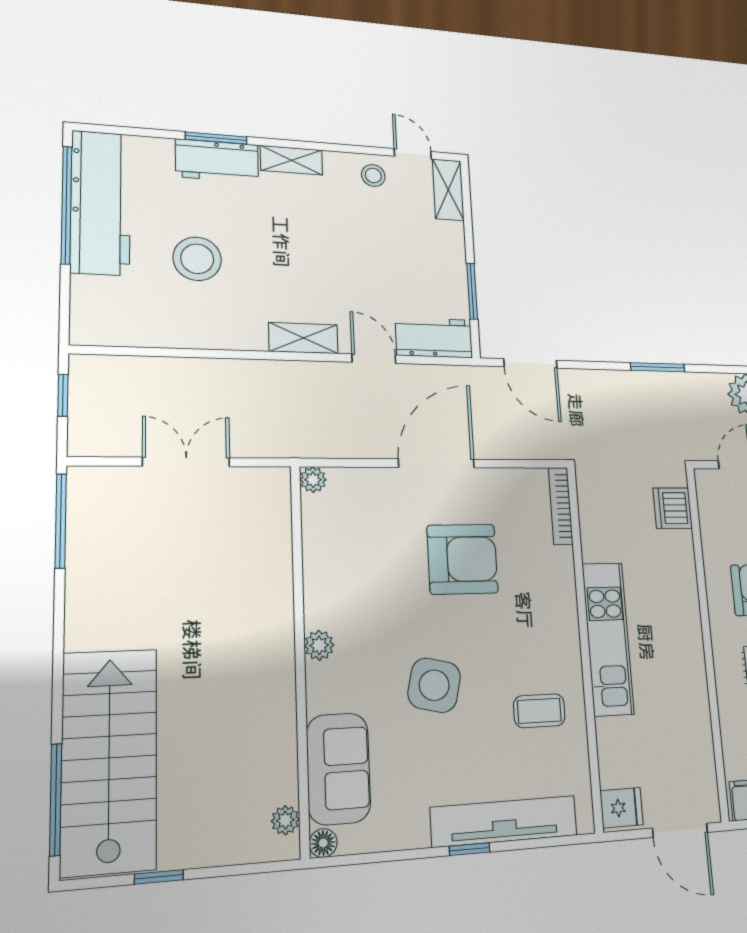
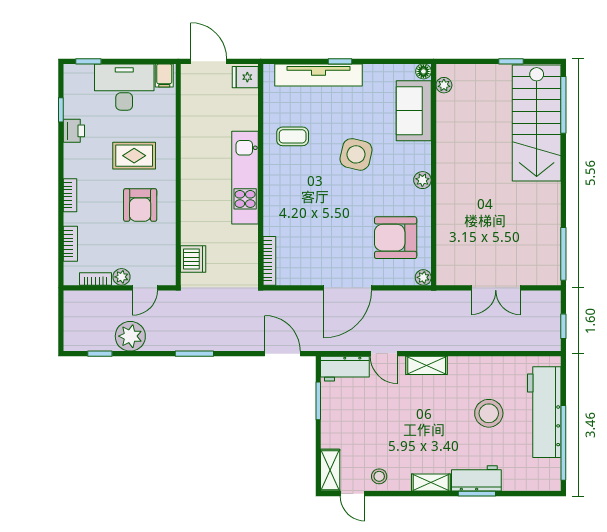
workbench: (101, 203) -> (544, 412), moved
armchair: (462, 559) -> (396, 238), moved

